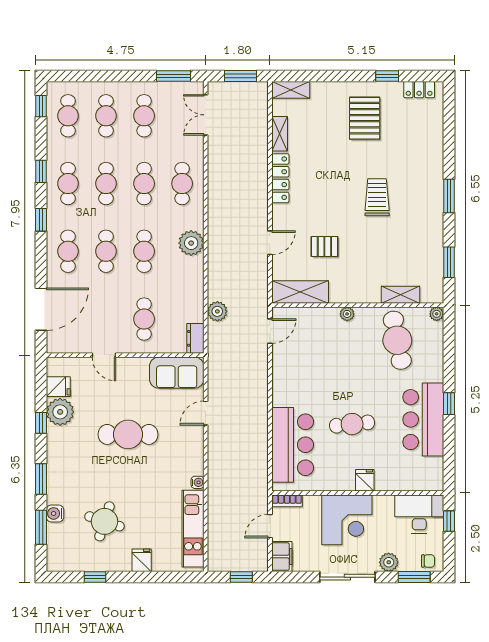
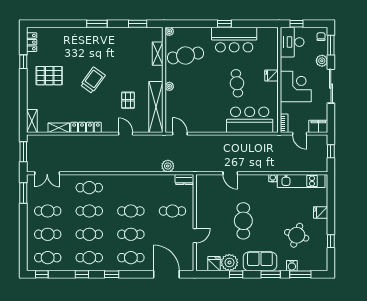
trolley: (377, 197) -> (93, 80), moved, turned 126
plant: (191, 243) -> (126, 182), removed
shelving: (300, 292) -> (156, 107), width x1.47
sofa: (177, 373) -> (260, 261), moved, turned -90

